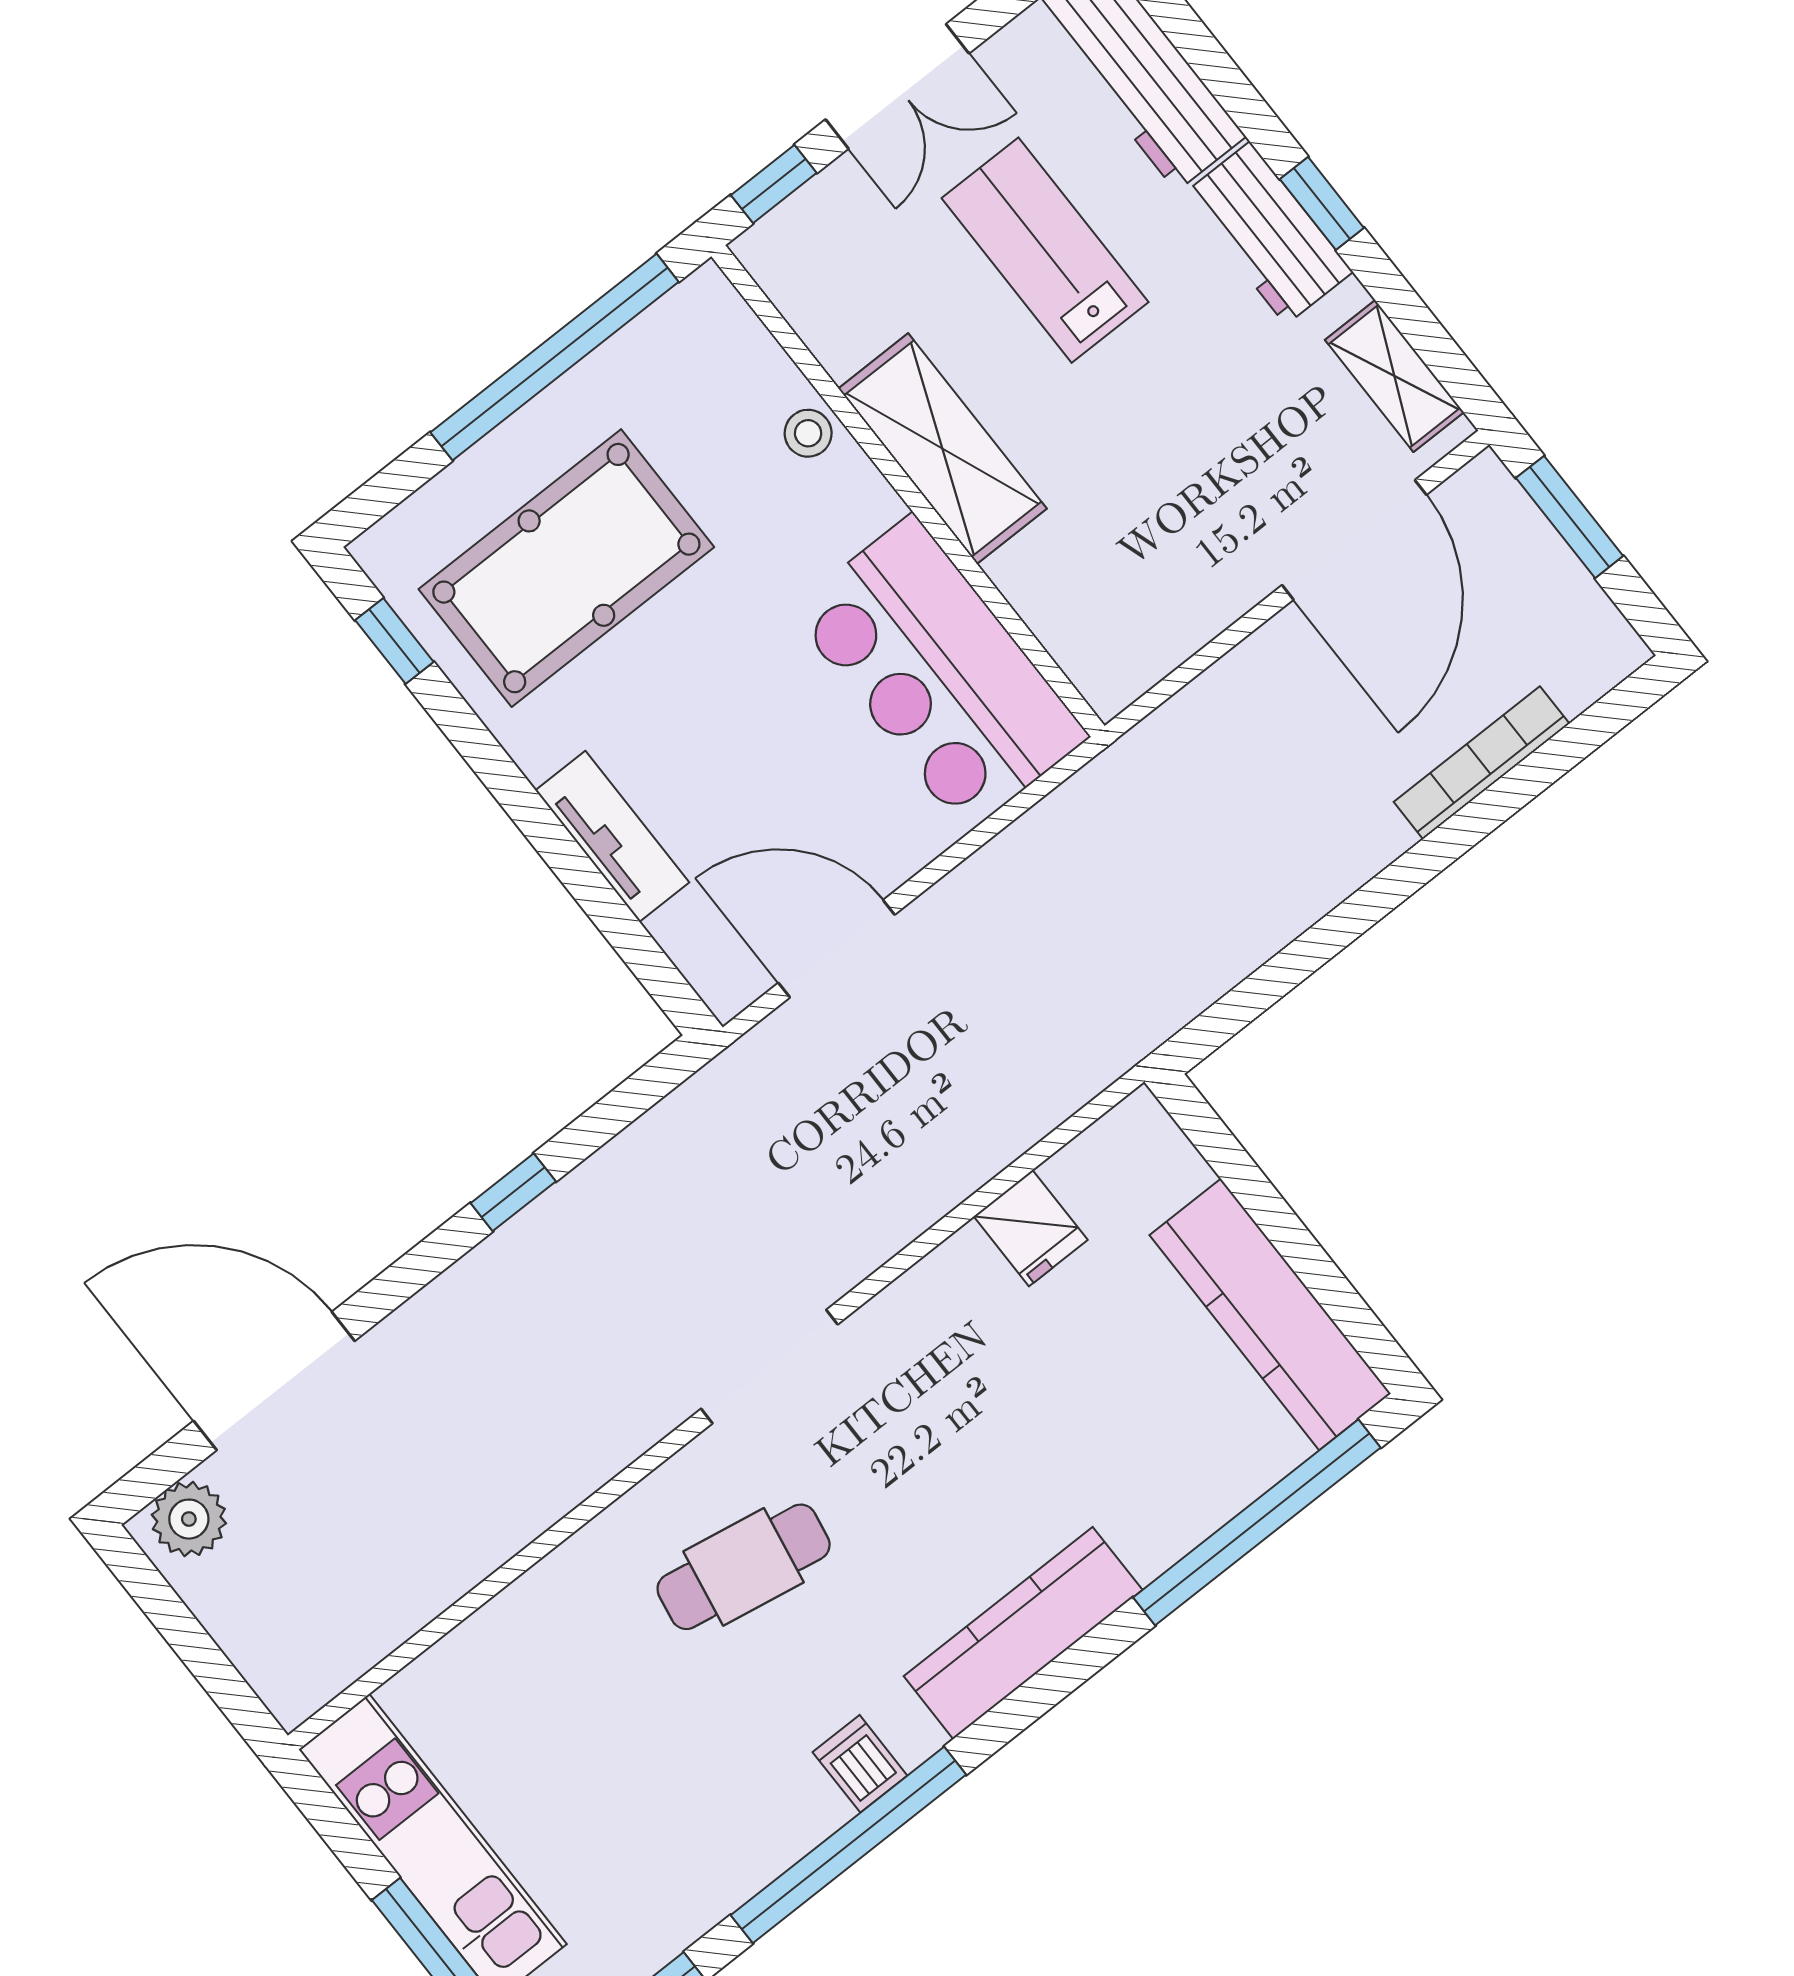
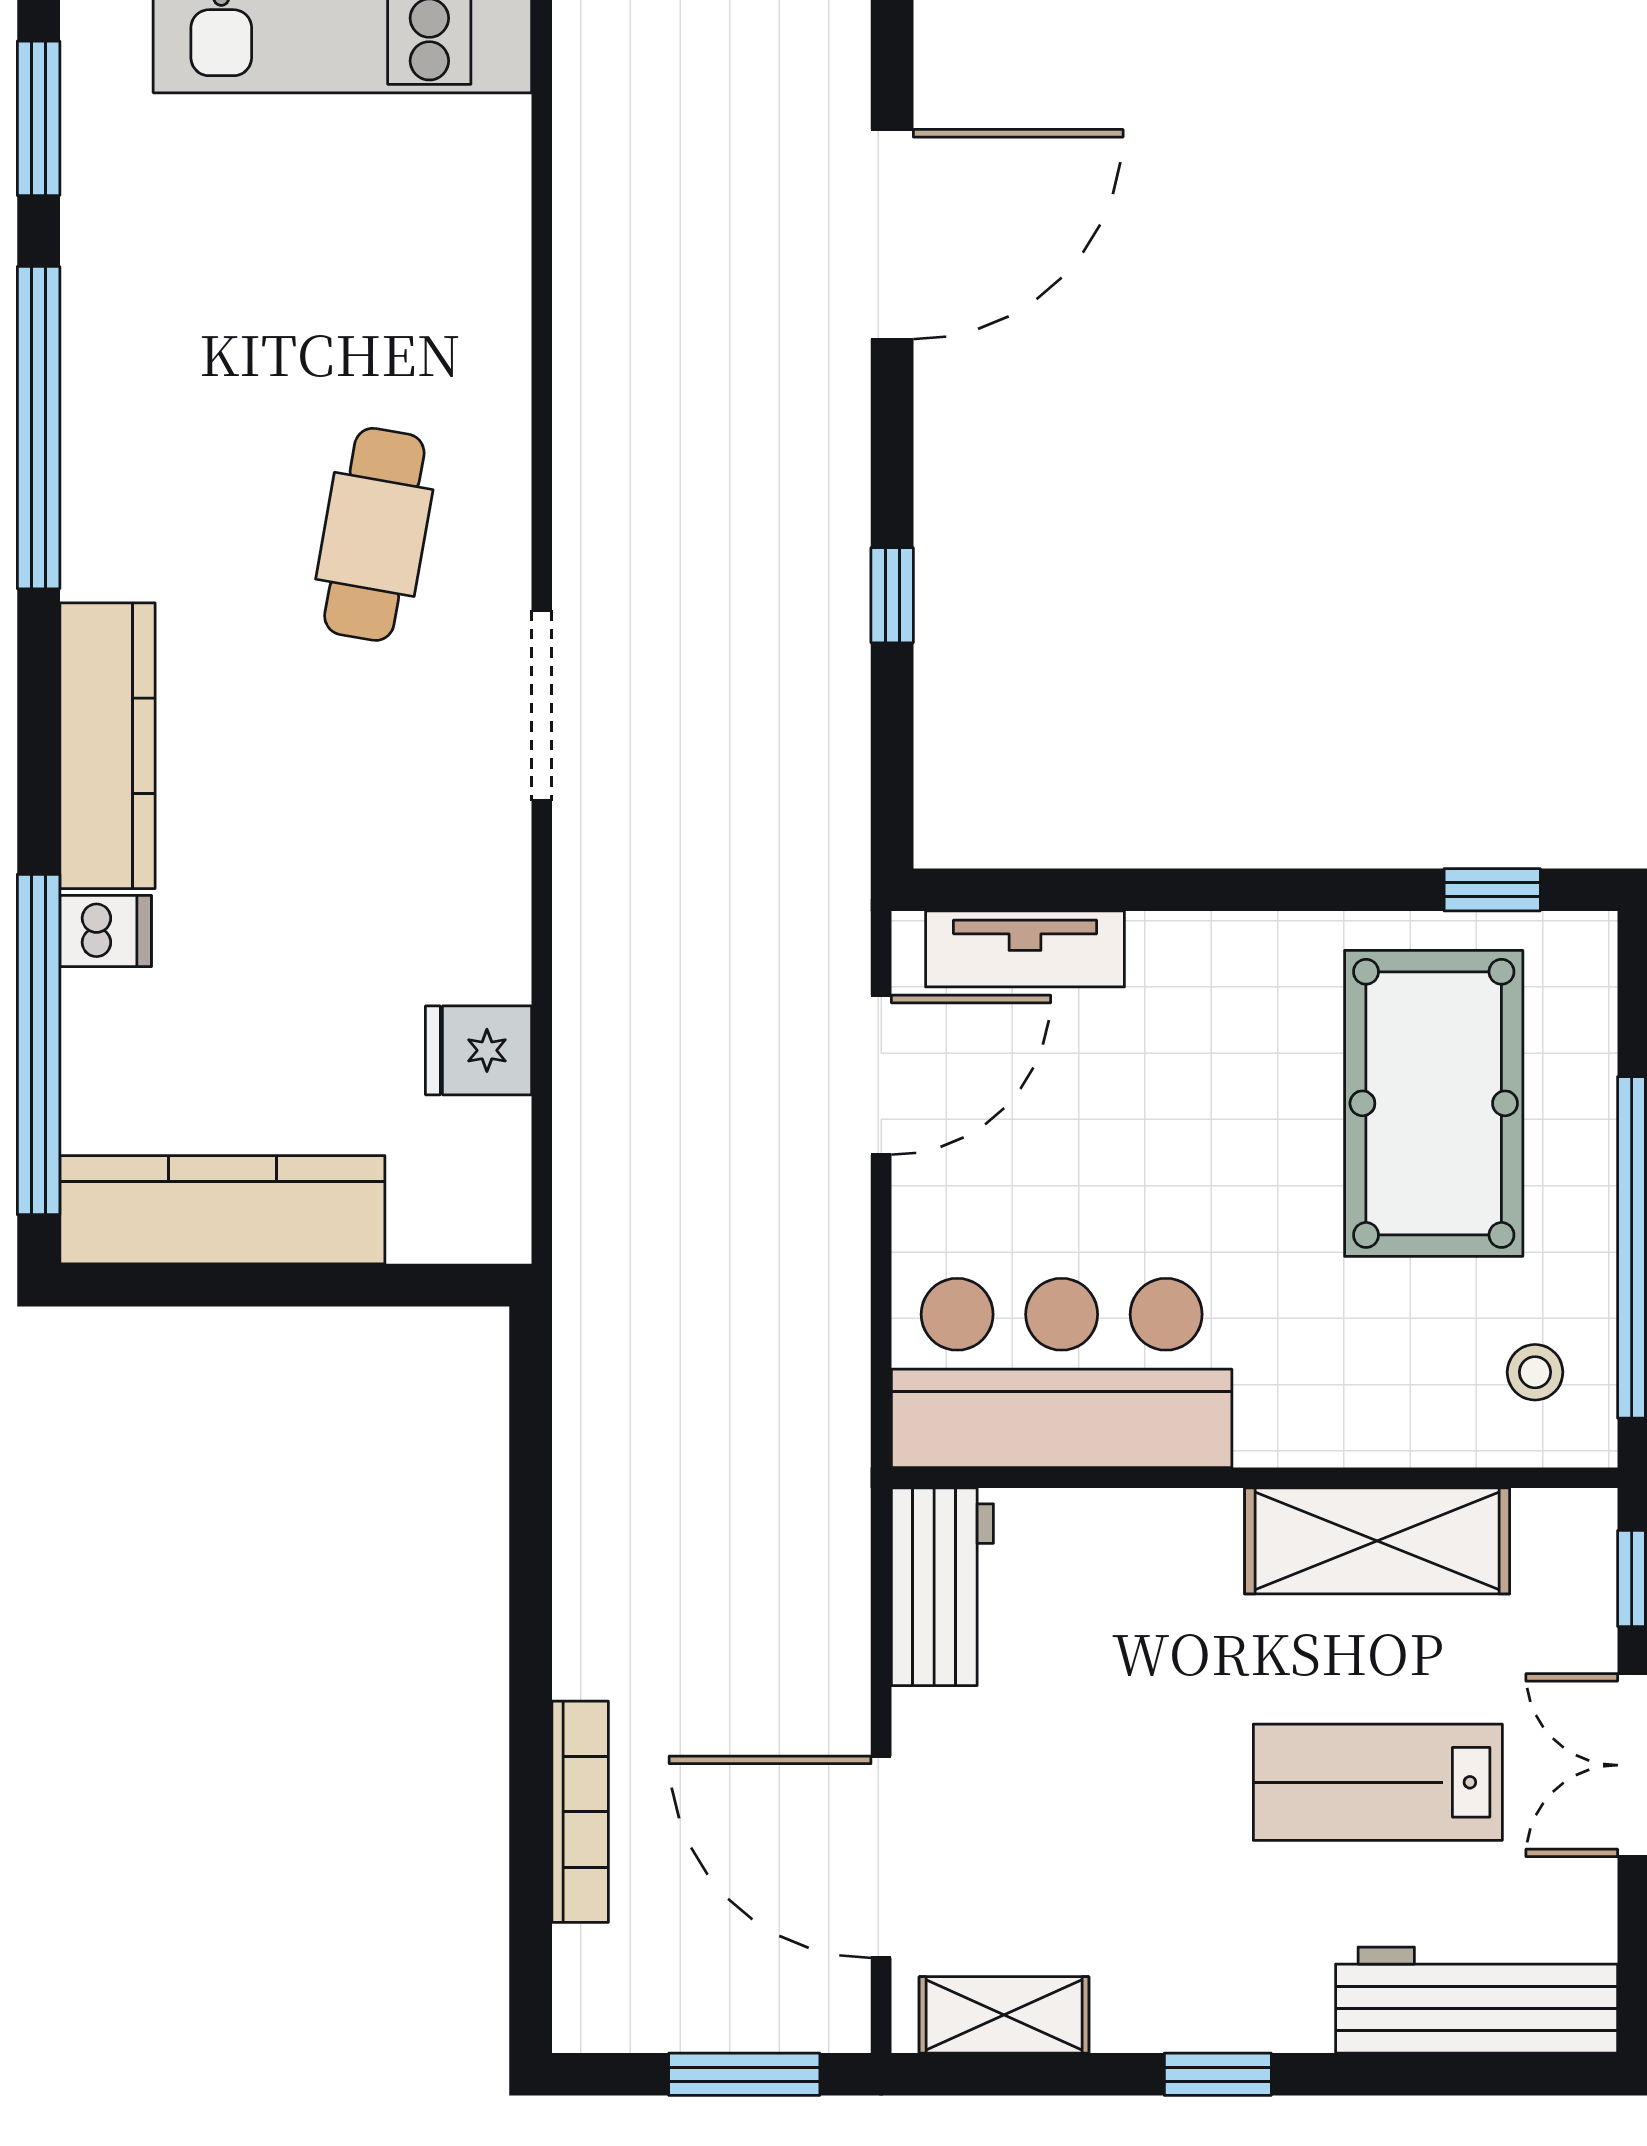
workbench: (1268, 233) -> (942, 1587), moved, turned 90
lab bench: (1045, 250) -> (1378, 1782), turned 180
stool: (808, 433) -> (1535, 1372), moved
shelving: (942, 449) -> (1377, 1541), moved
tv unit: (612, 836) -> (1025, 949), moved
plant: (189, 1519) -> (826, 53), removed
dishwasher: (860, 1764) -> (106, 931), moved

